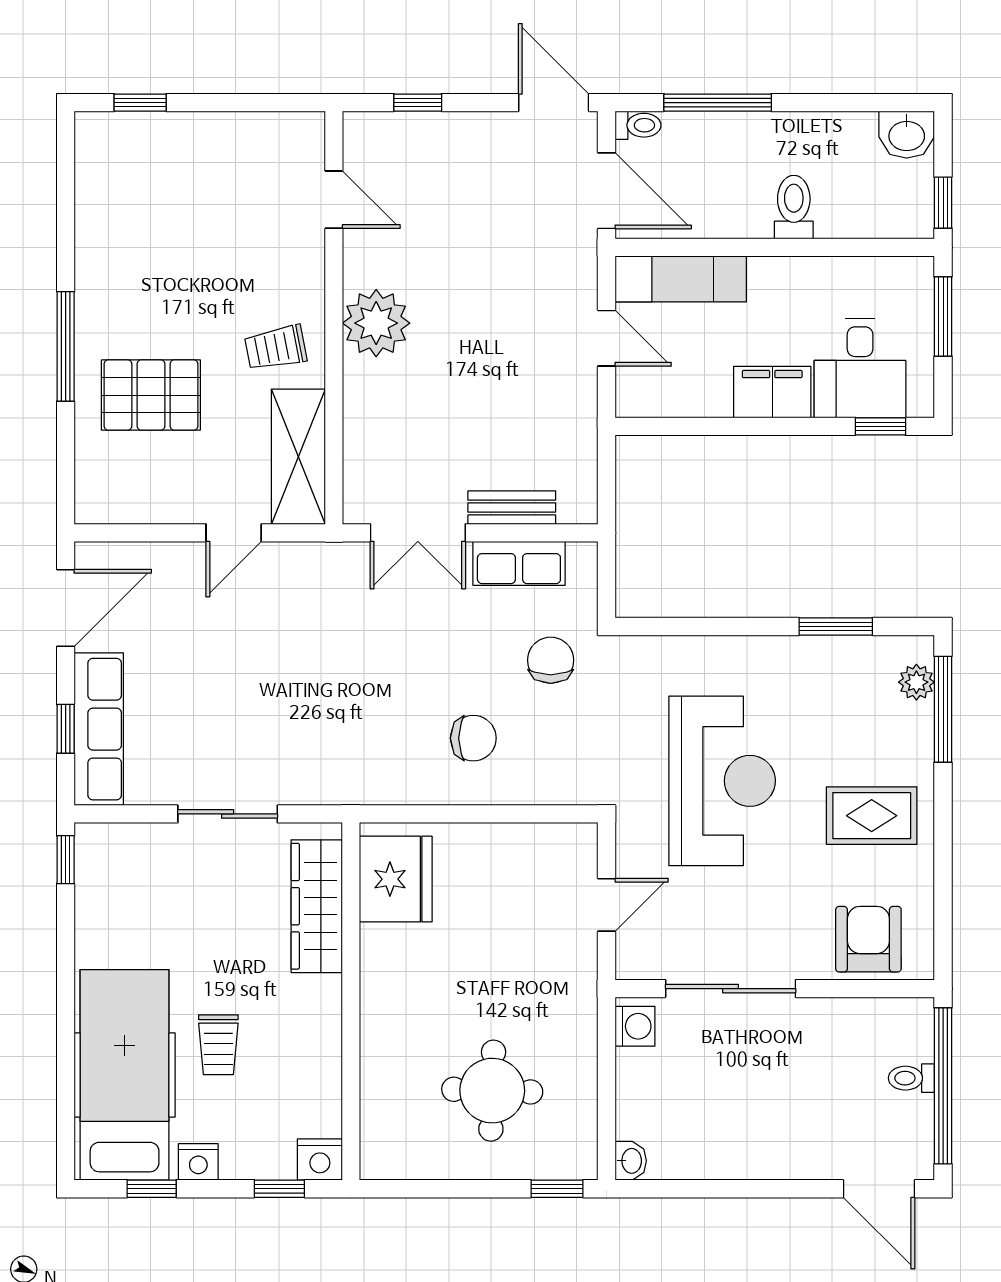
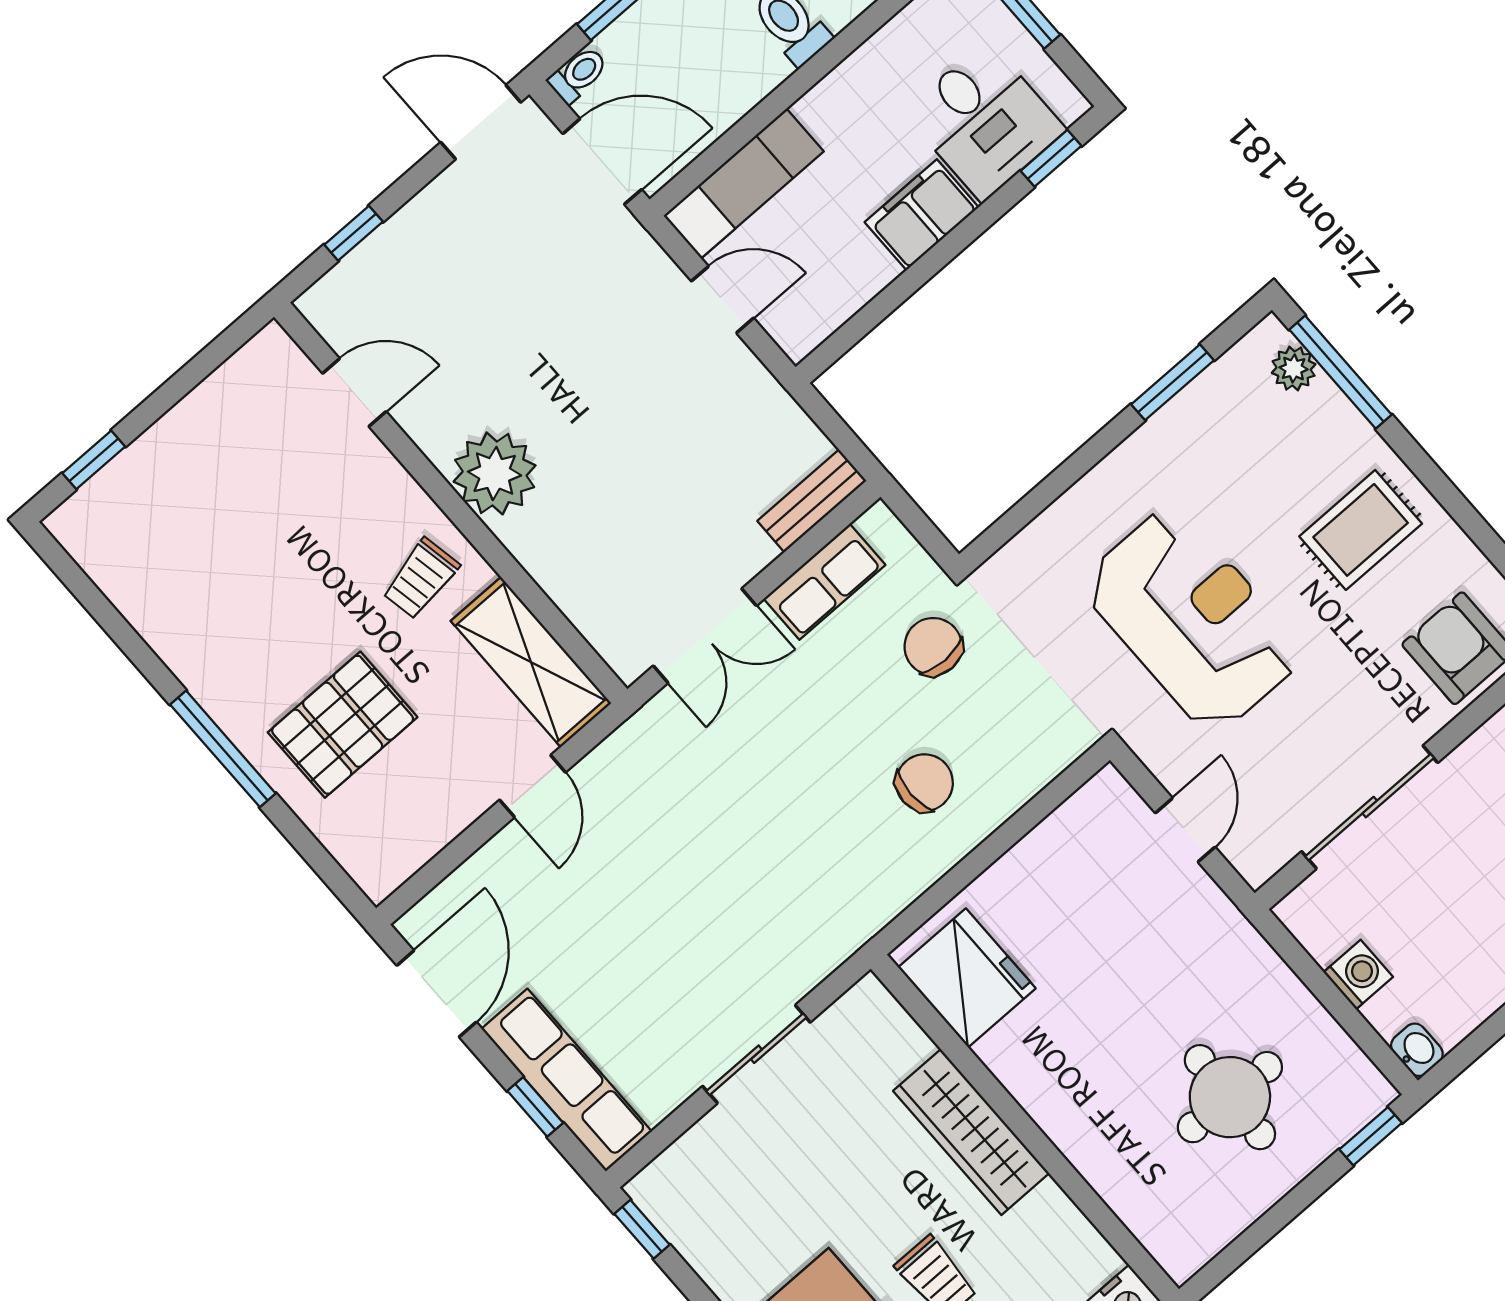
bench: (512, 508) -> (812, 501), moved
wardrobe: (317, 906) -> (971, 1132), moved
washing machine: (635, 1026) -> (1358, 975), moved

